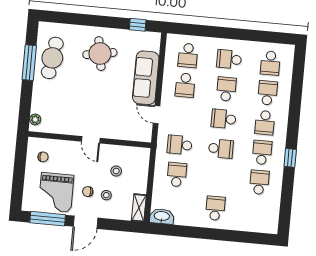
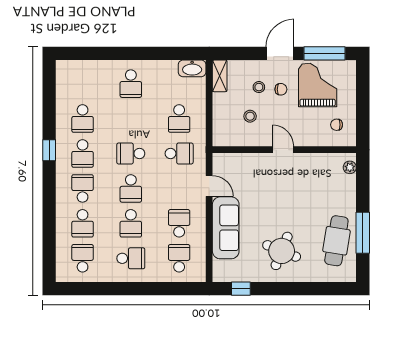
round table: (100, 54) -> (282, 251), turned 32
school desk: (224, 119) -> (131, 188), turned 90

